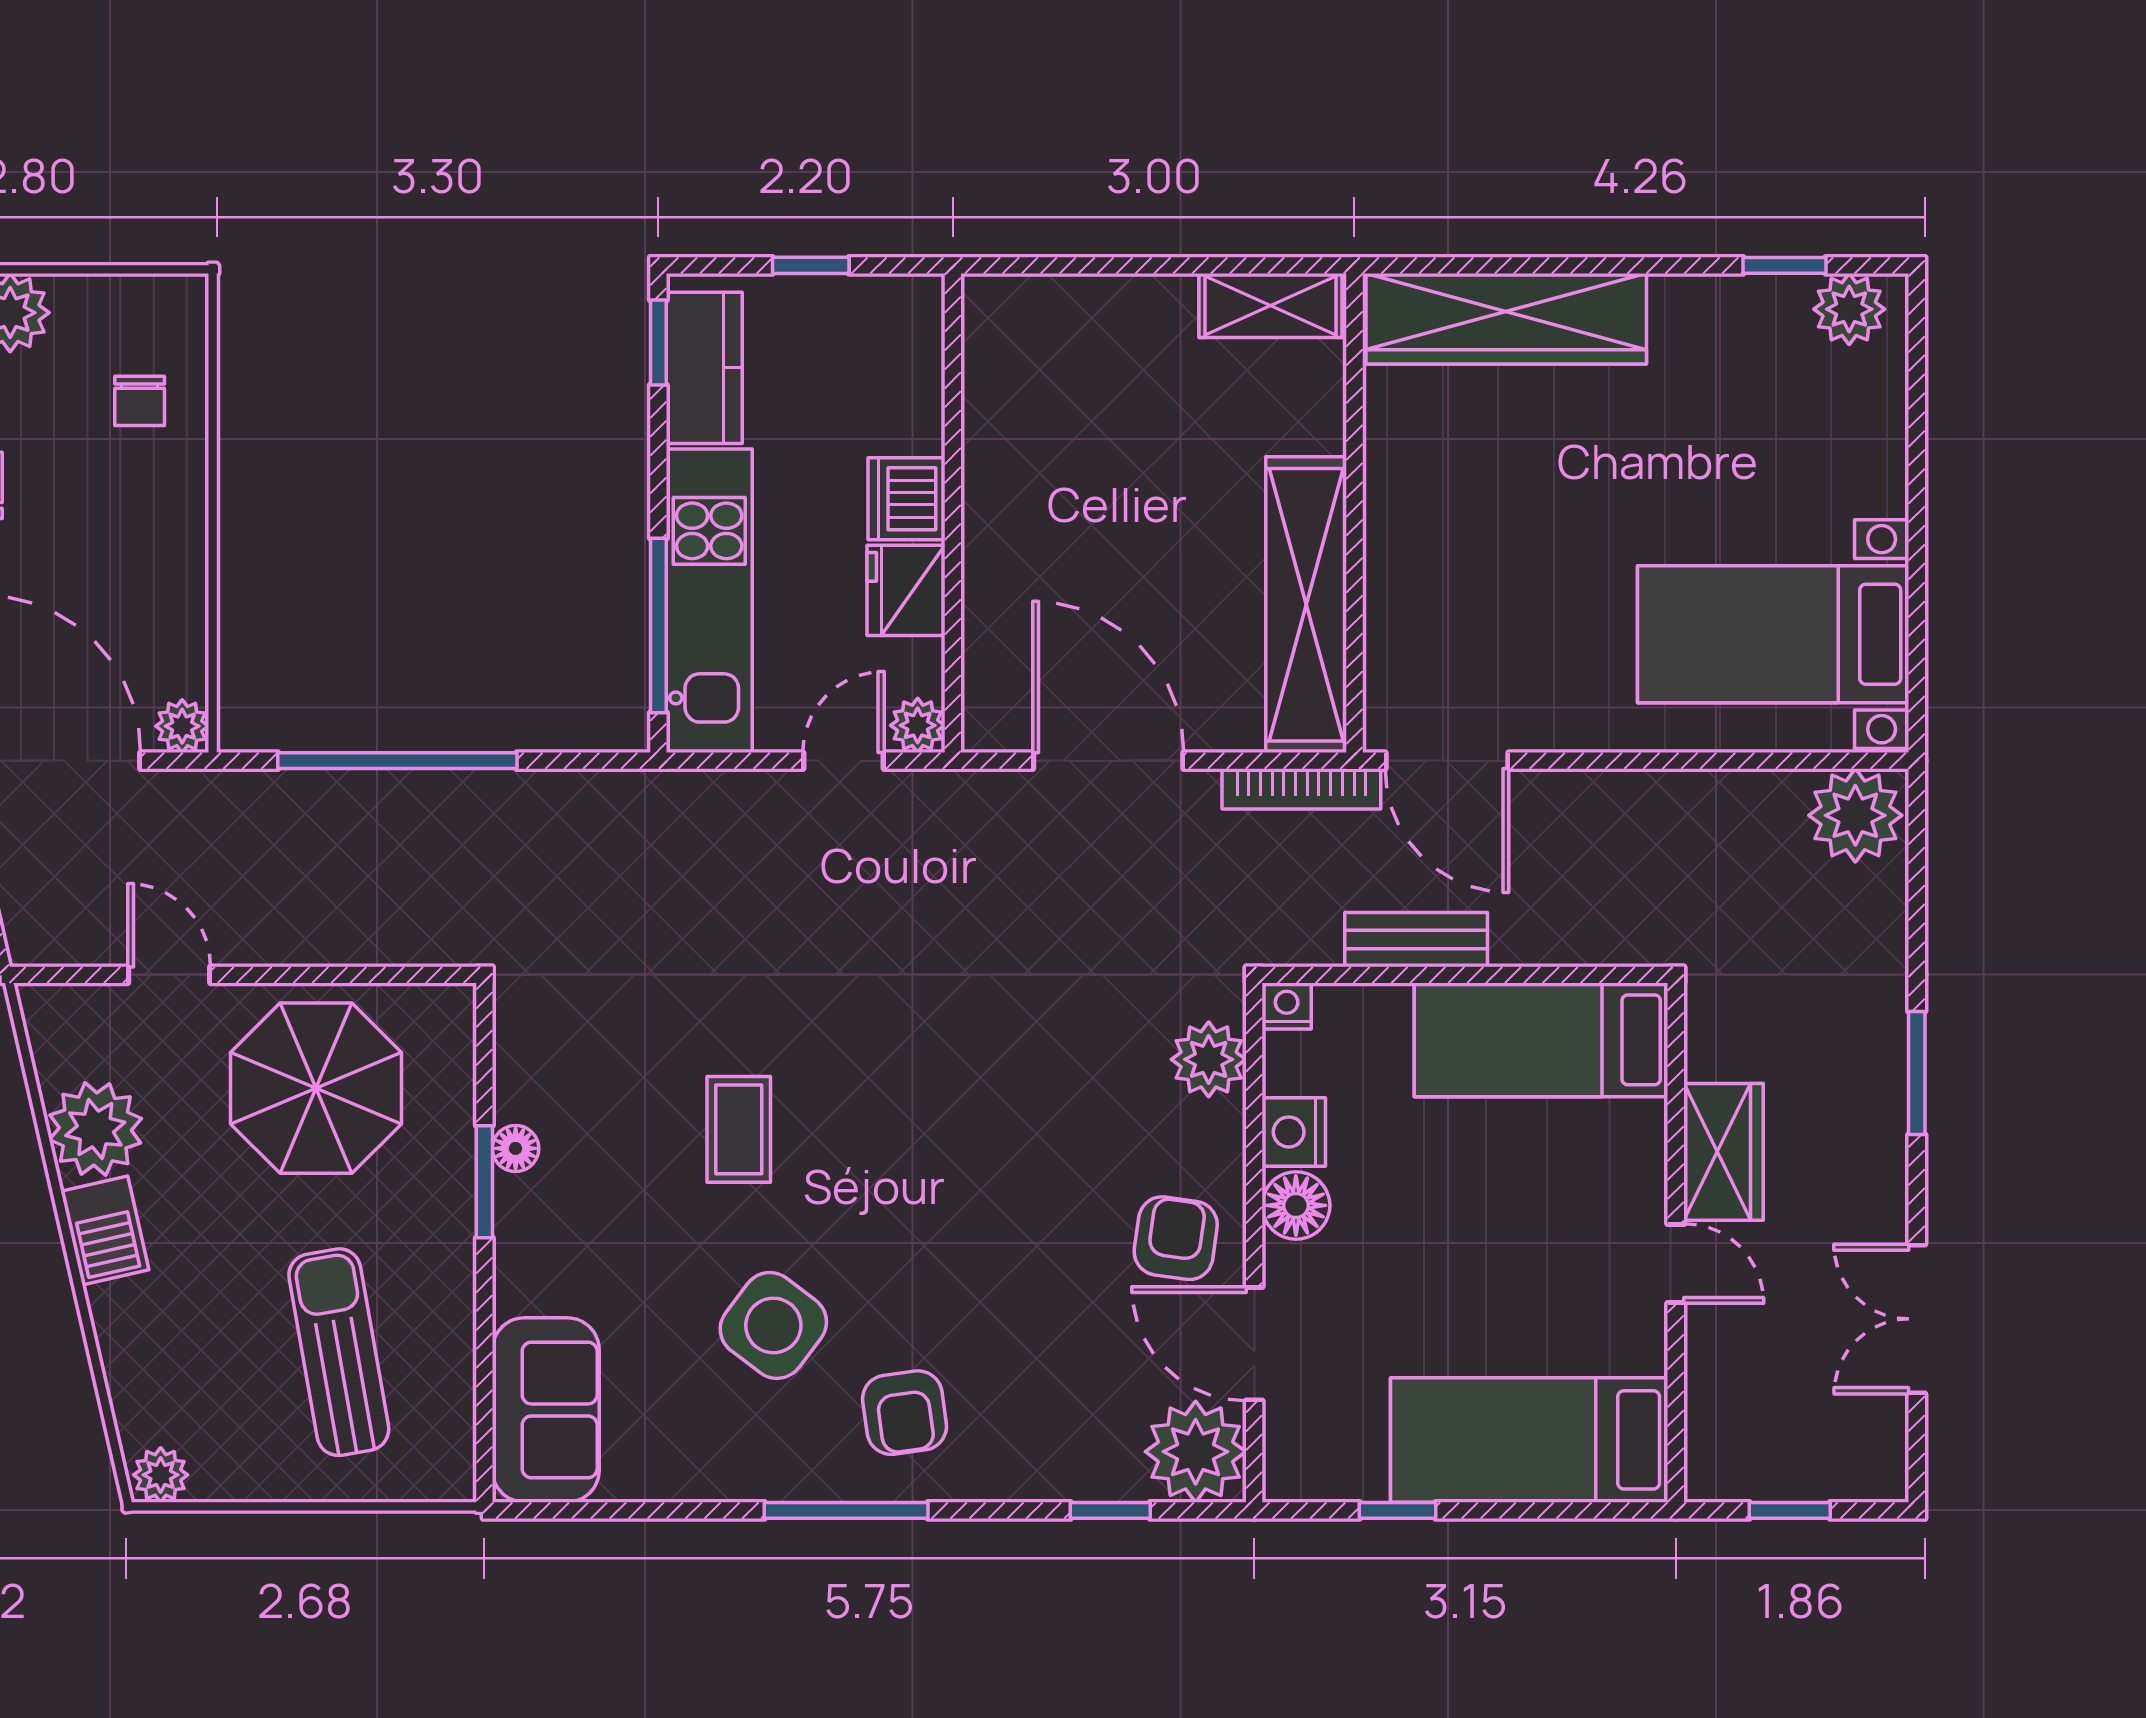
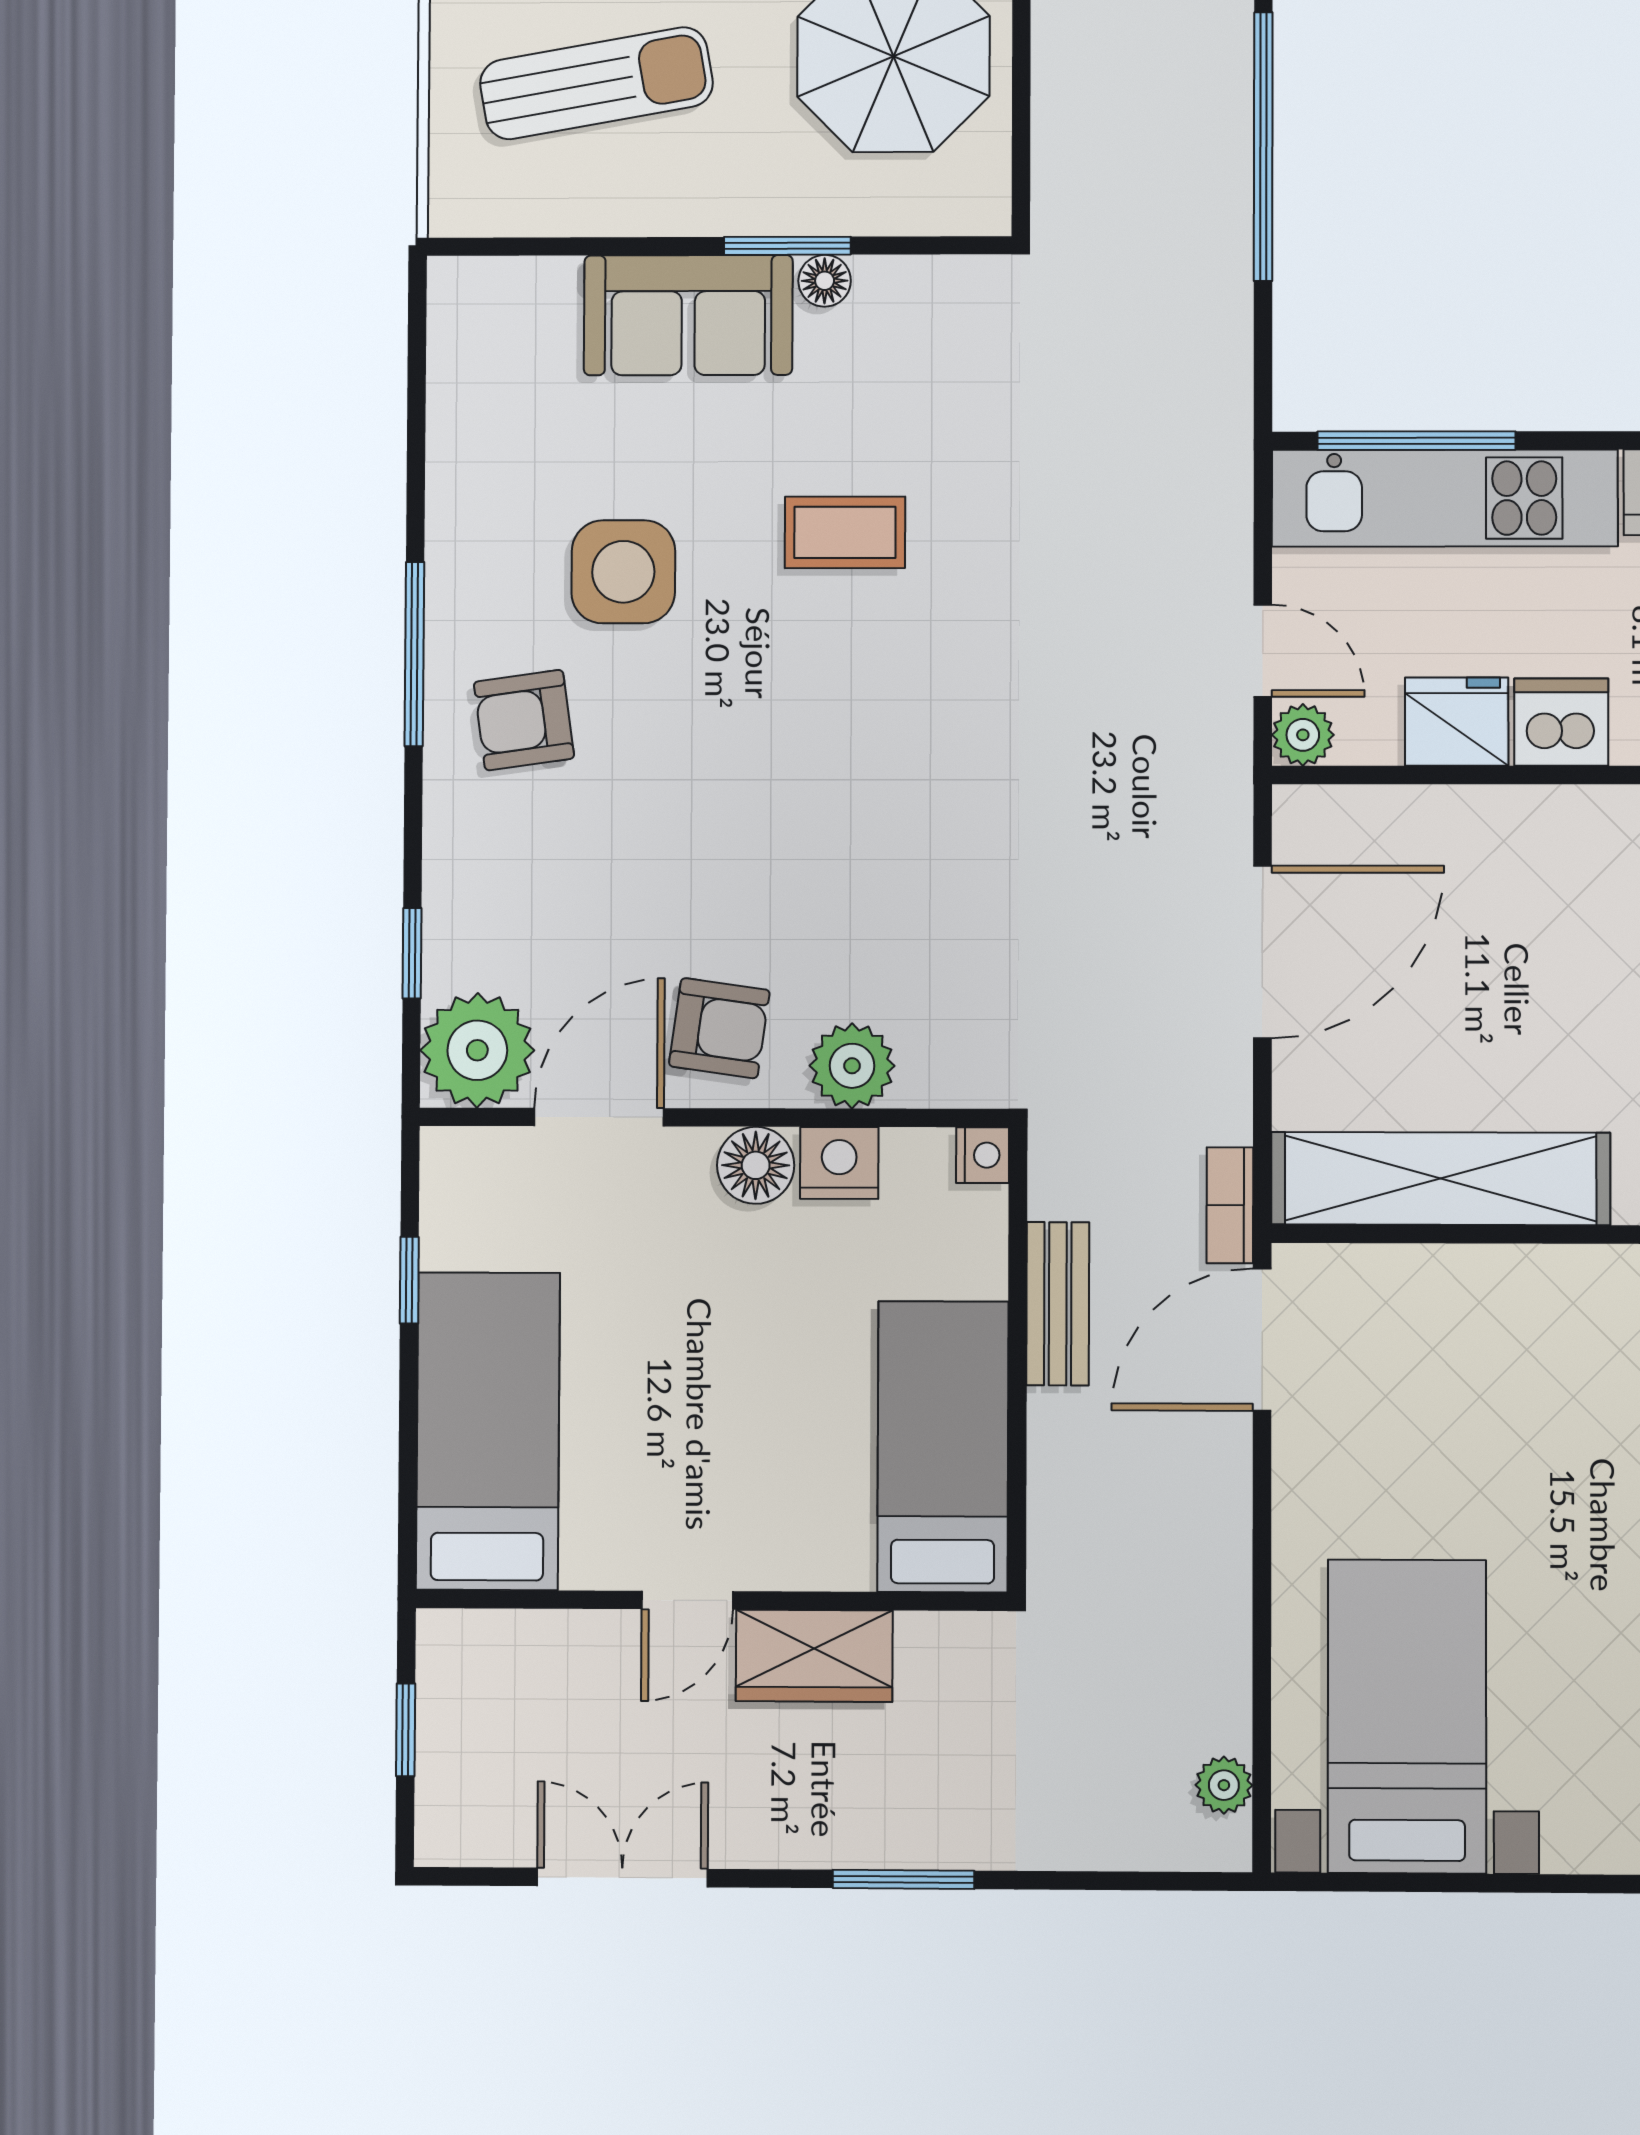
bookcase: (1301, 789) -> (1230, 1205), width x0.64
plant: (1855, 815) -> (1224, 1785), width x0.53, depth x0.53
plant: (1209, 1059) -> (852, 1066), moved
side table: (773, 1325) -> (623, 572), turned -37
sofa: (546, 1410) -> (688, 315), moved

